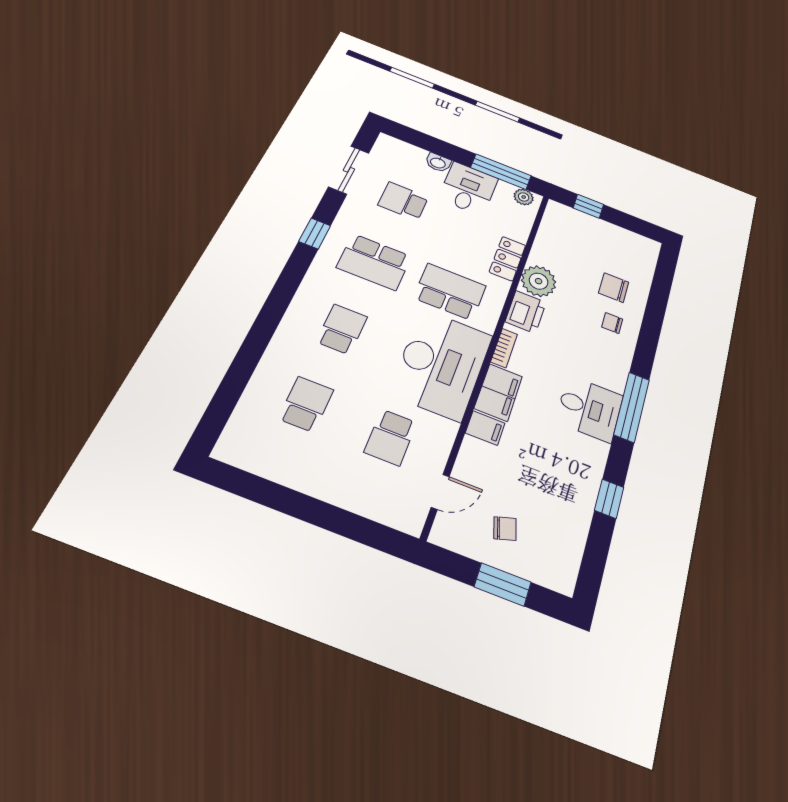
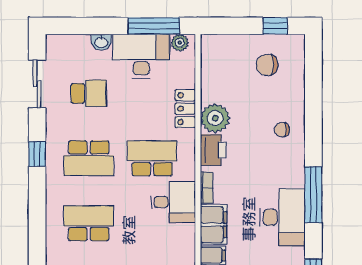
desk: (468, 189) -> (141, 56), width x1.37
school desk: (403, 201) -> (89, 93), turned 180
window: (588, 206) -> (275, 26), moved
chair: (614, 288) -> (267, 65), moved
school desk: (342, 329) -> (89, 223), width x1.85
desk: (441, 364) -> (173, 202), width x0.53, depth x0.77
desk: (589, 409) -> (282, 217), width x1.37

